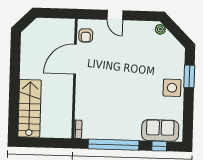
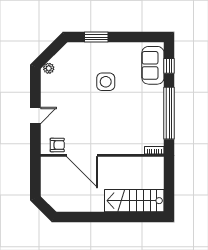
side table: (172, 88) -> (106, 82), moved

